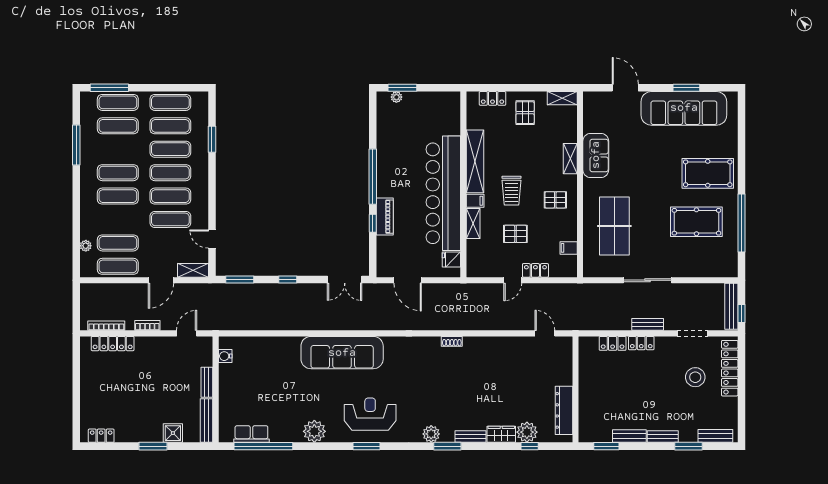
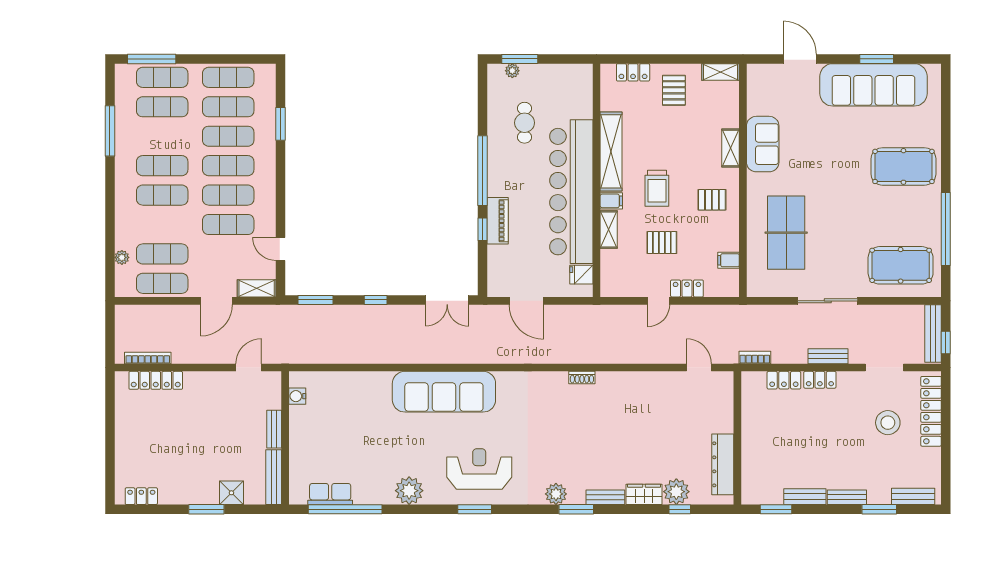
cafe table: (406, 139) -> (525, 123), added
pool table: (696, 222) -> (901, 265), moved
bookcase: (147, 325) -> (755, 358), moved

